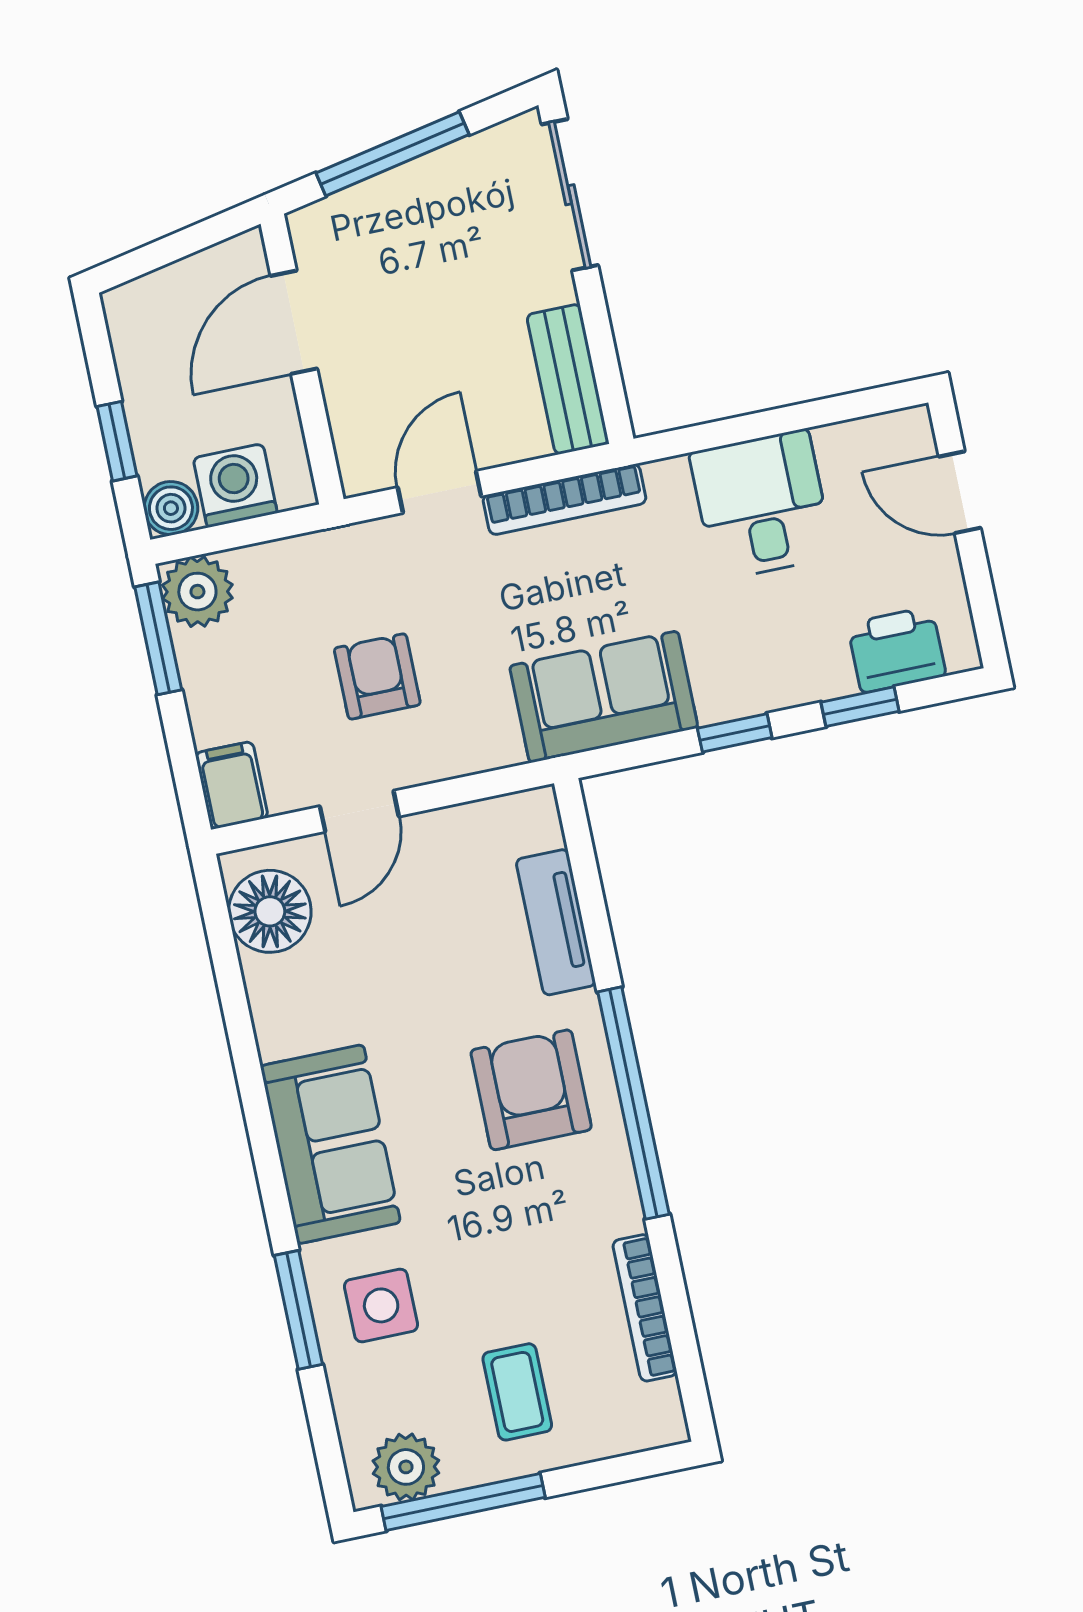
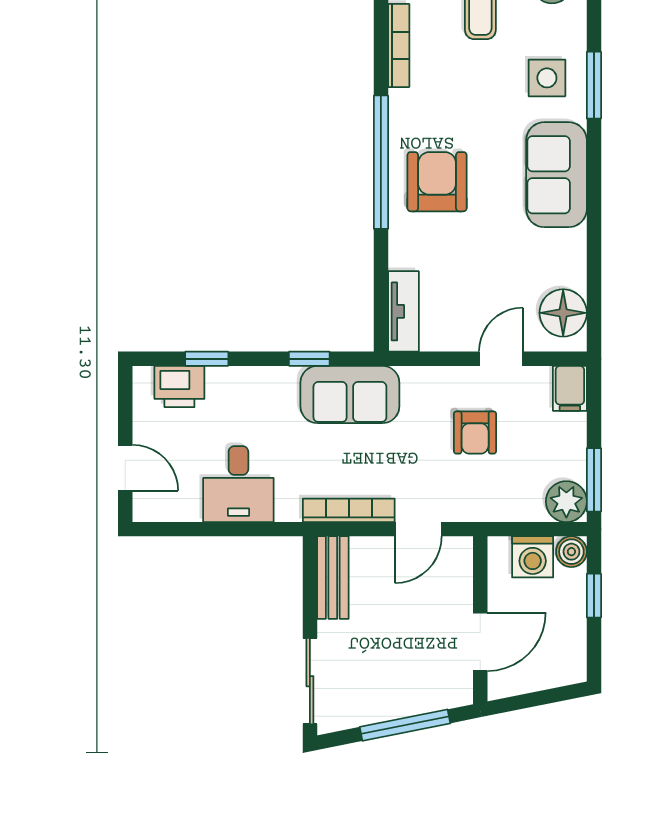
window: (735, 733) -> (309, 359), moved
tv unit: (556, 922) -> (403, 311), moved
armchair: (531, 1090) -> (437, 182), turned 180

